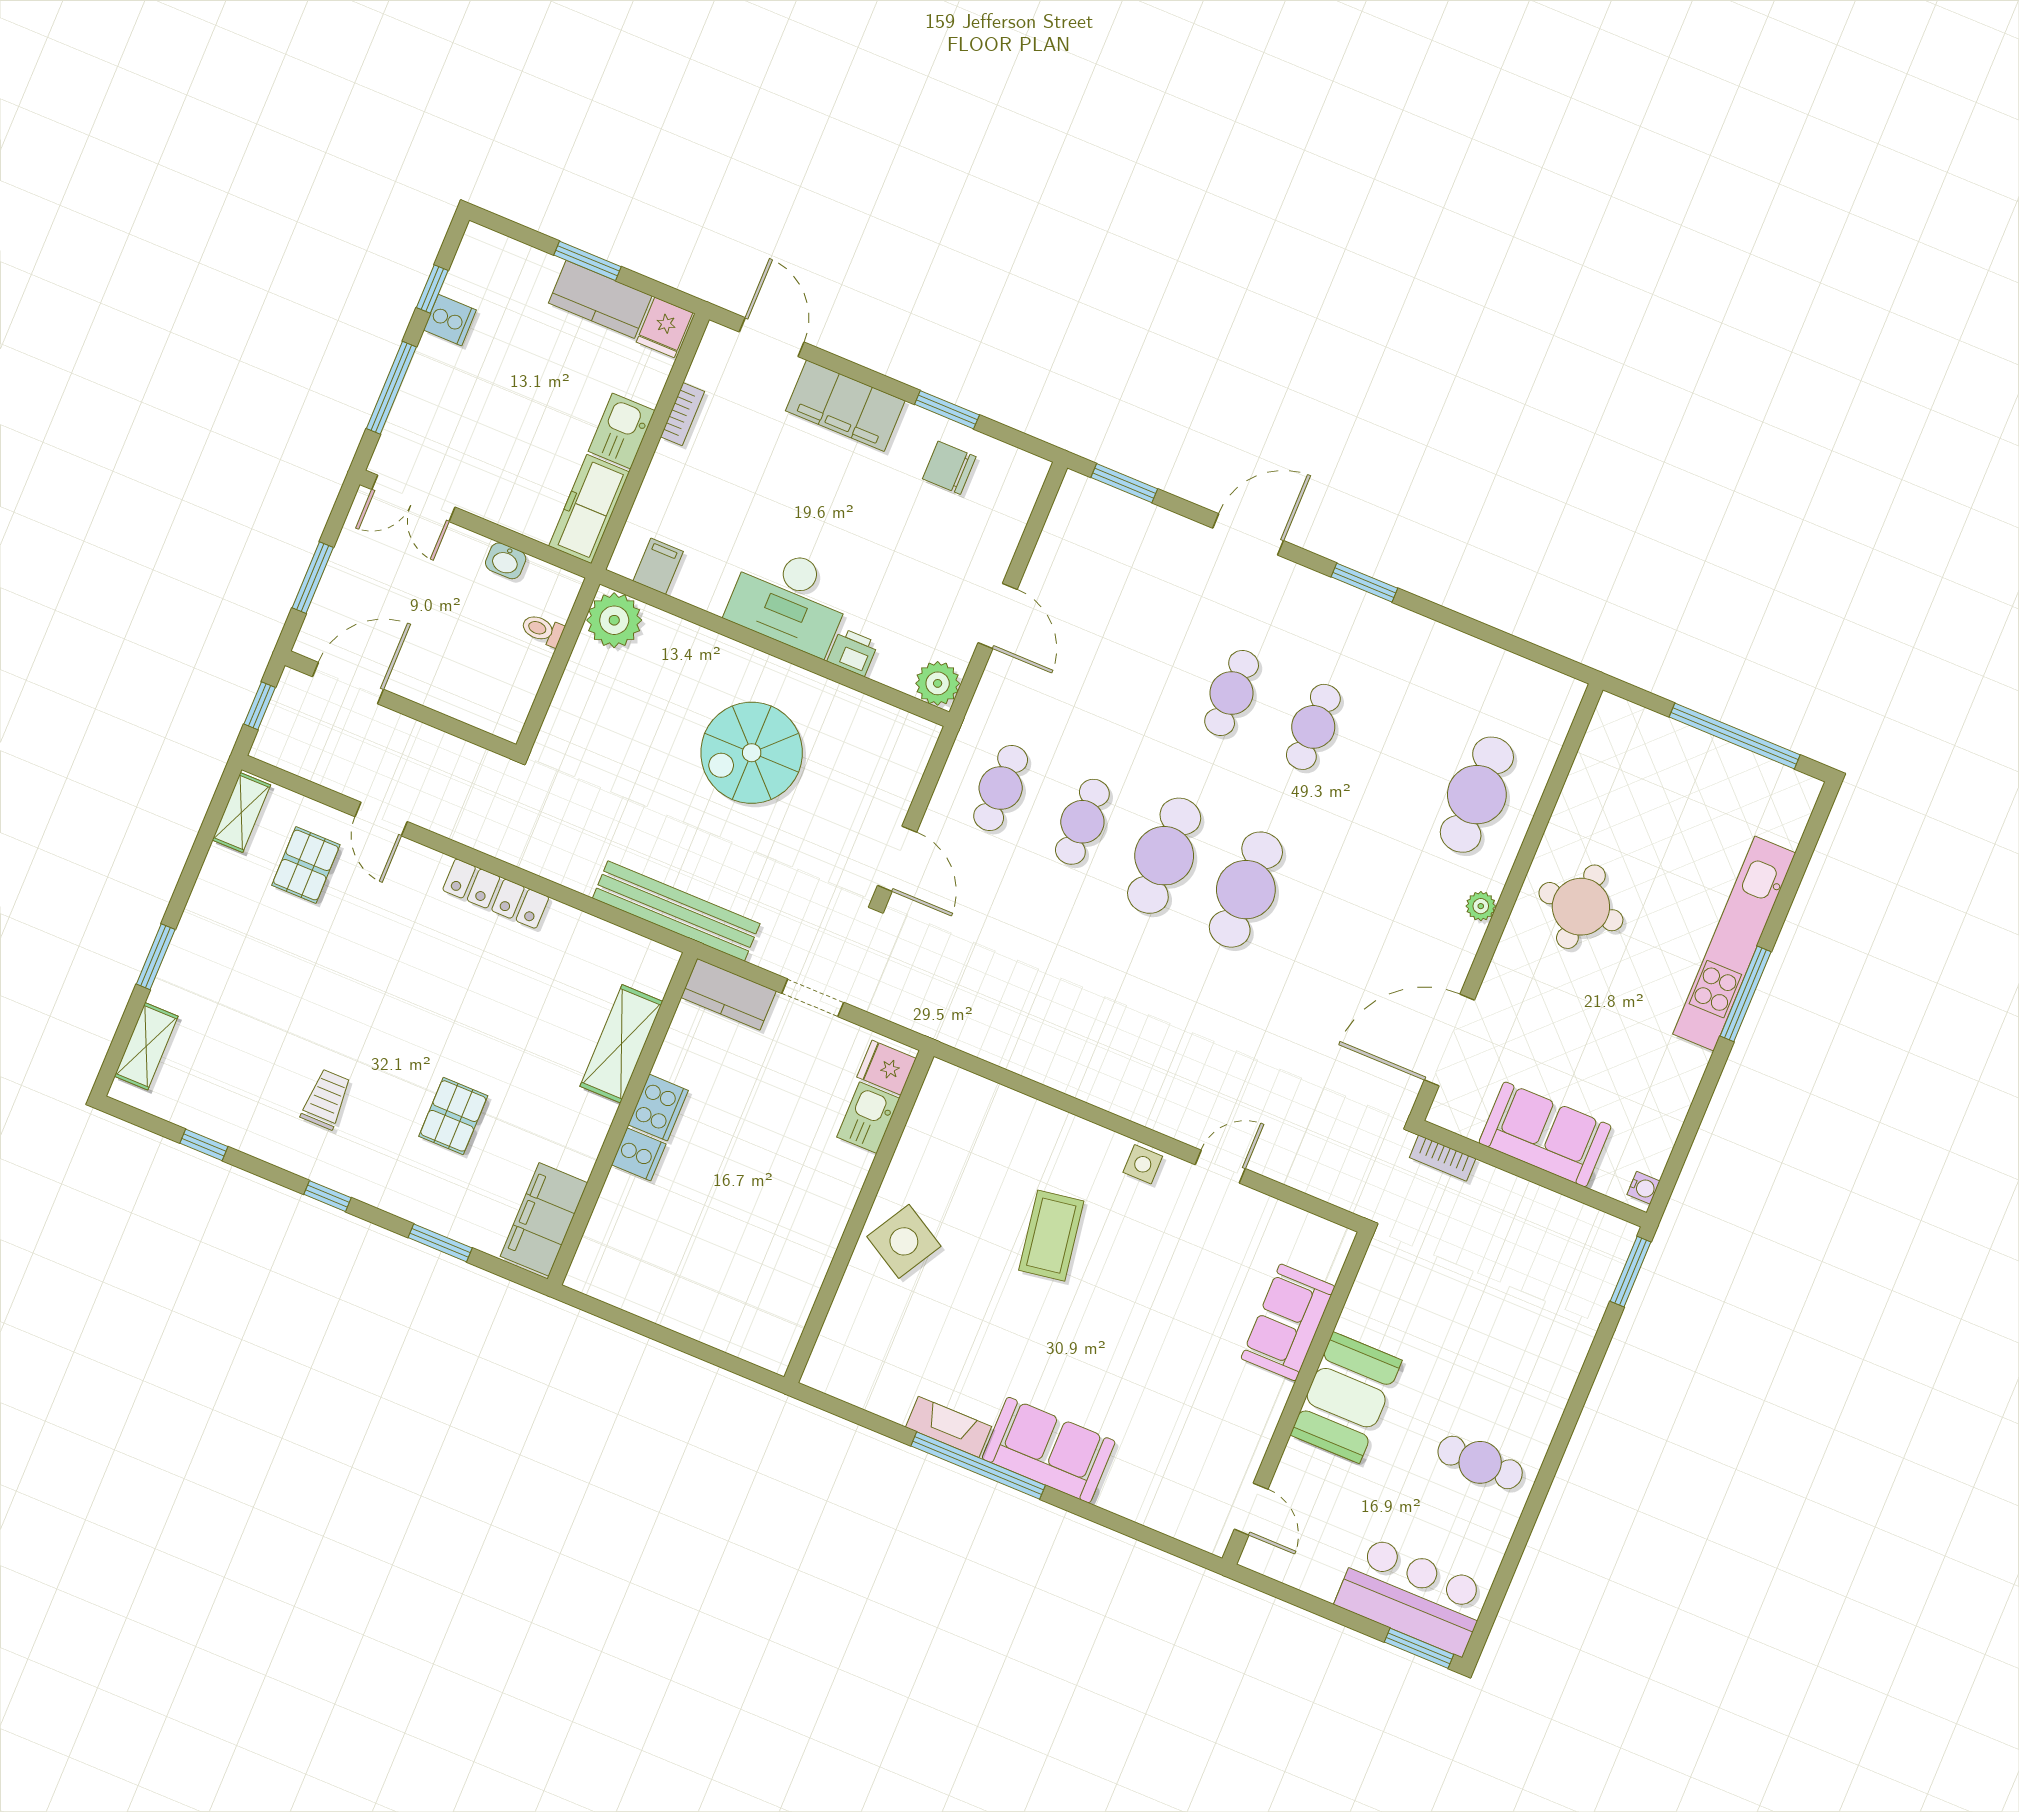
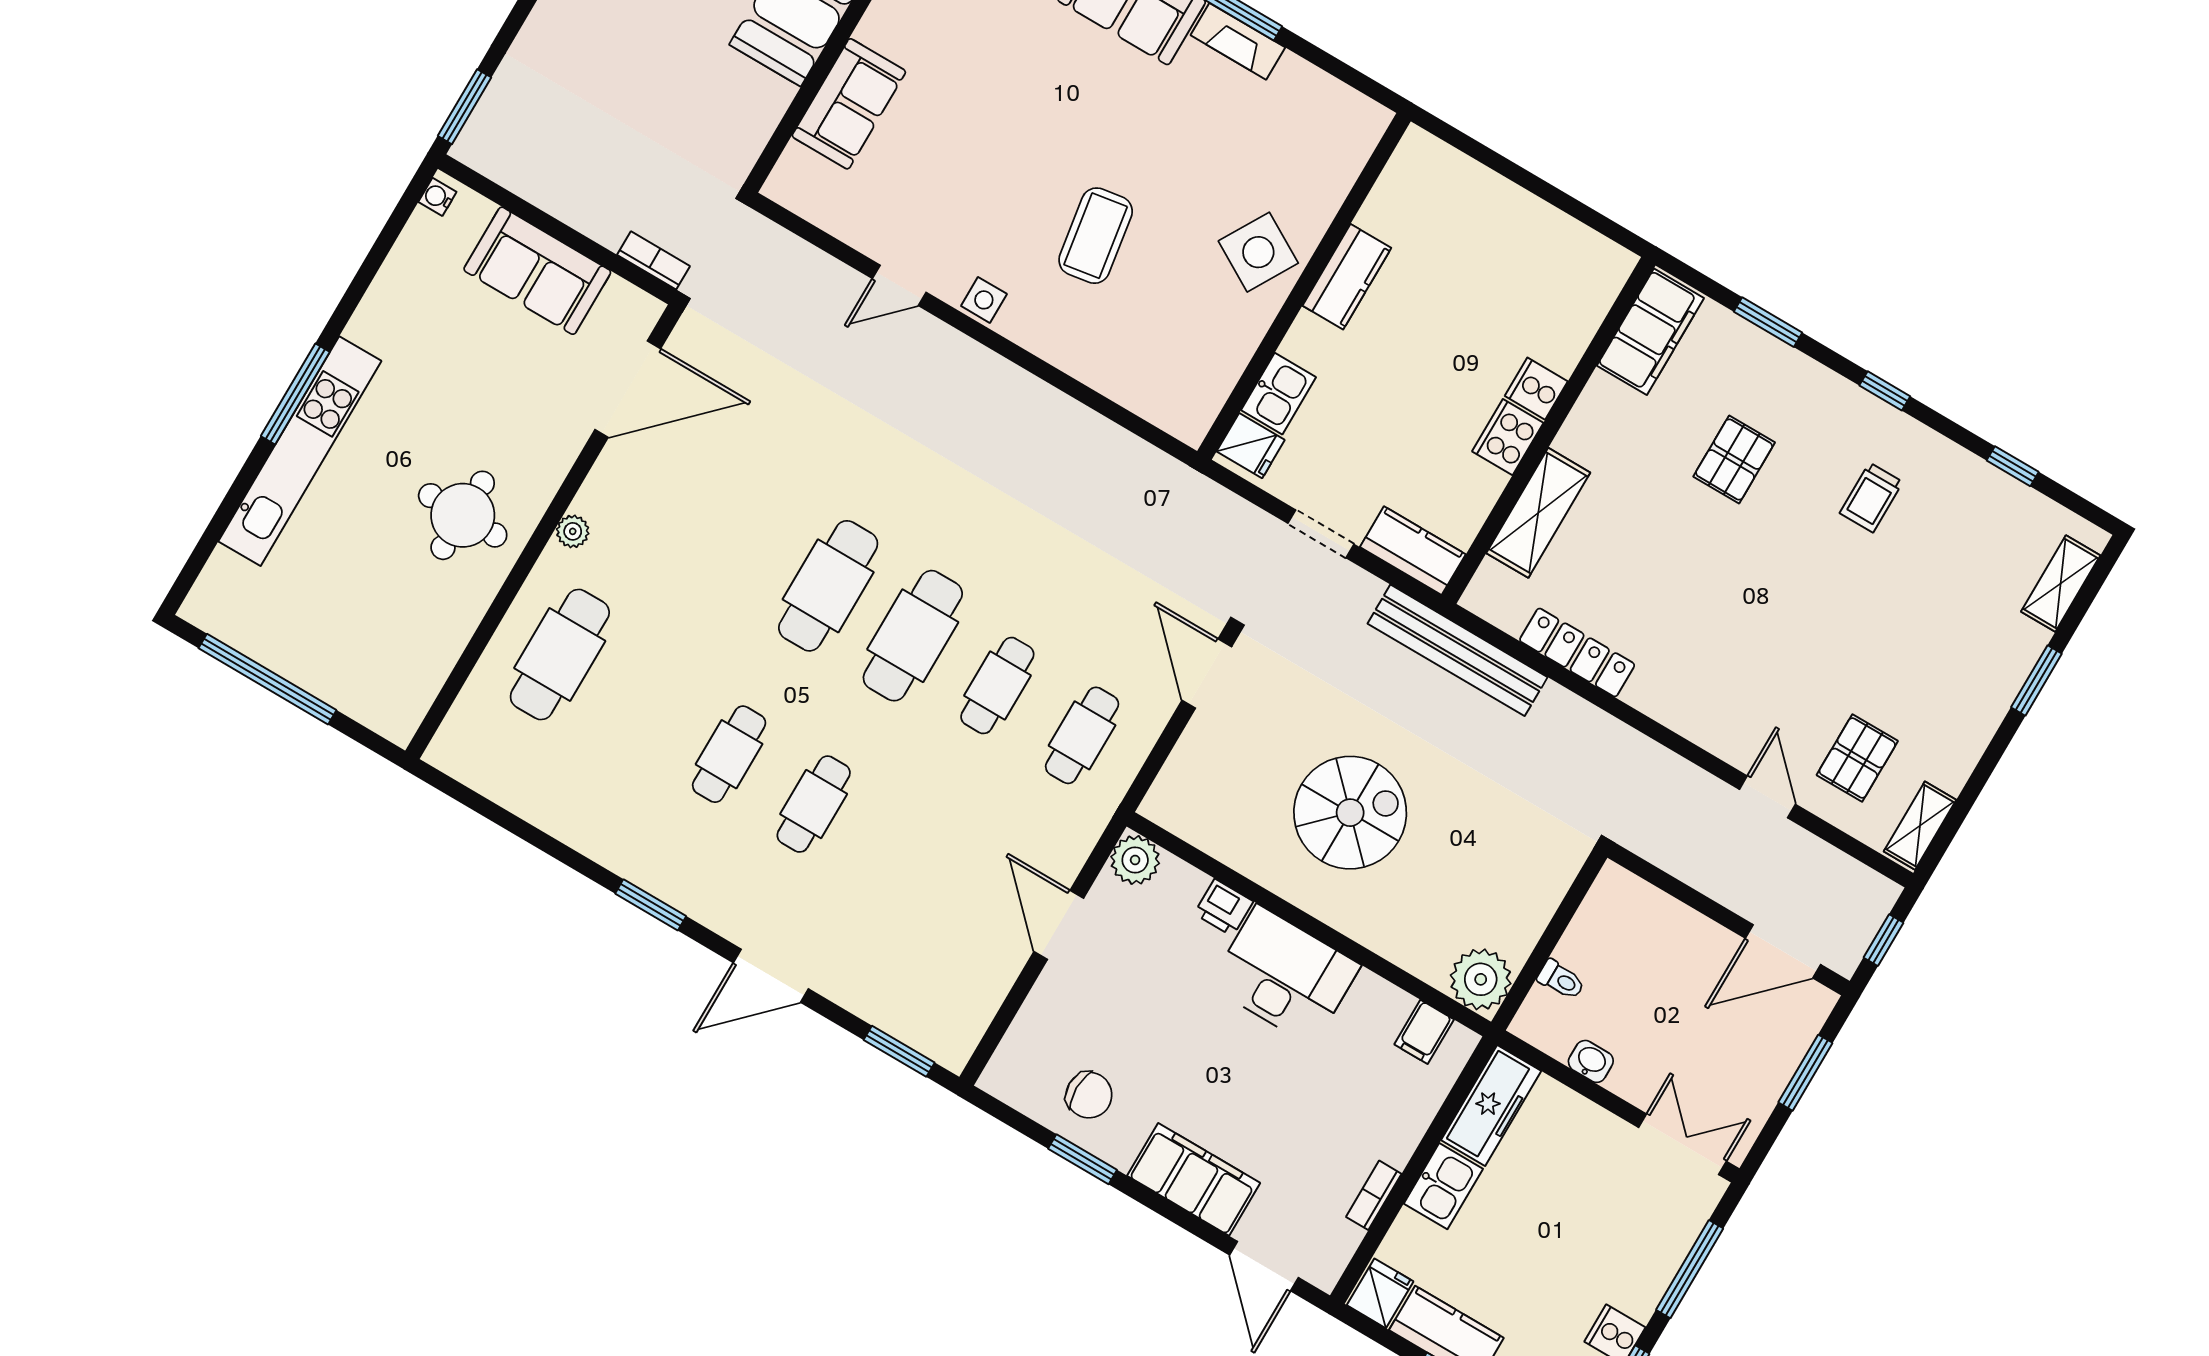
locker: (496, 894) -> (1577, 652), moved
kitchen counter: (822, 1231) -> (1347, 277), added

